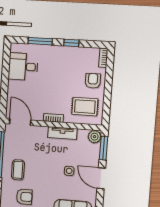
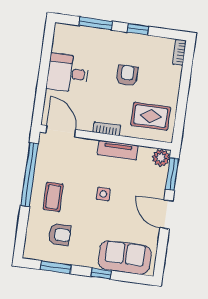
desk: (23, 67) -> (68, 73), moved
armchair: (93, 81) -> (127, 75), moved
side table: (69, 171) -> (103, 194), moved

